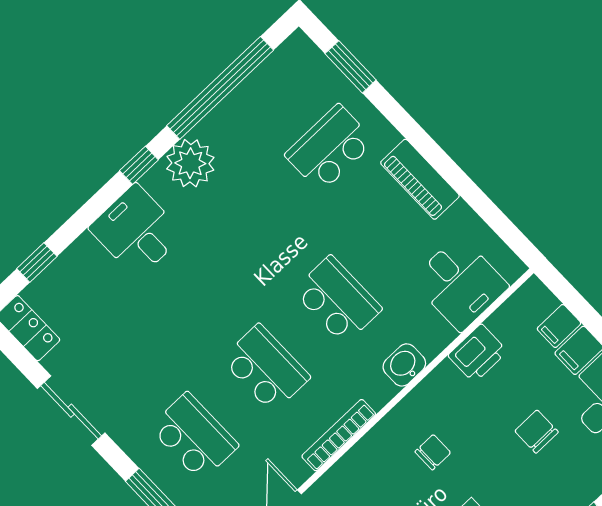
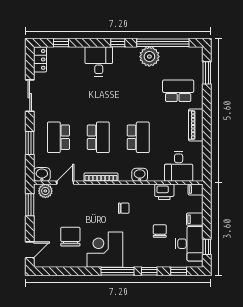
plant: (190, 163) -> (149, 57), moved
filing cabinet: (559, 326) -> (196, 190), moved
school desk: (194, 436) -> (58, 137), turned 180

